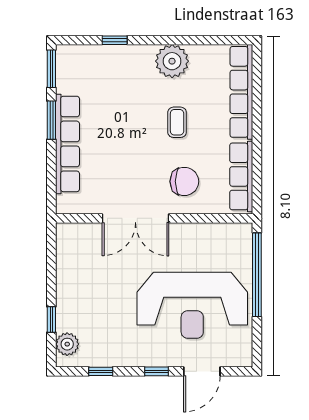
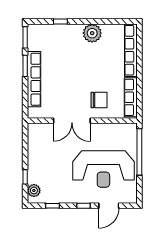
coffee table: (177, 122) -> (95, 67), removed

